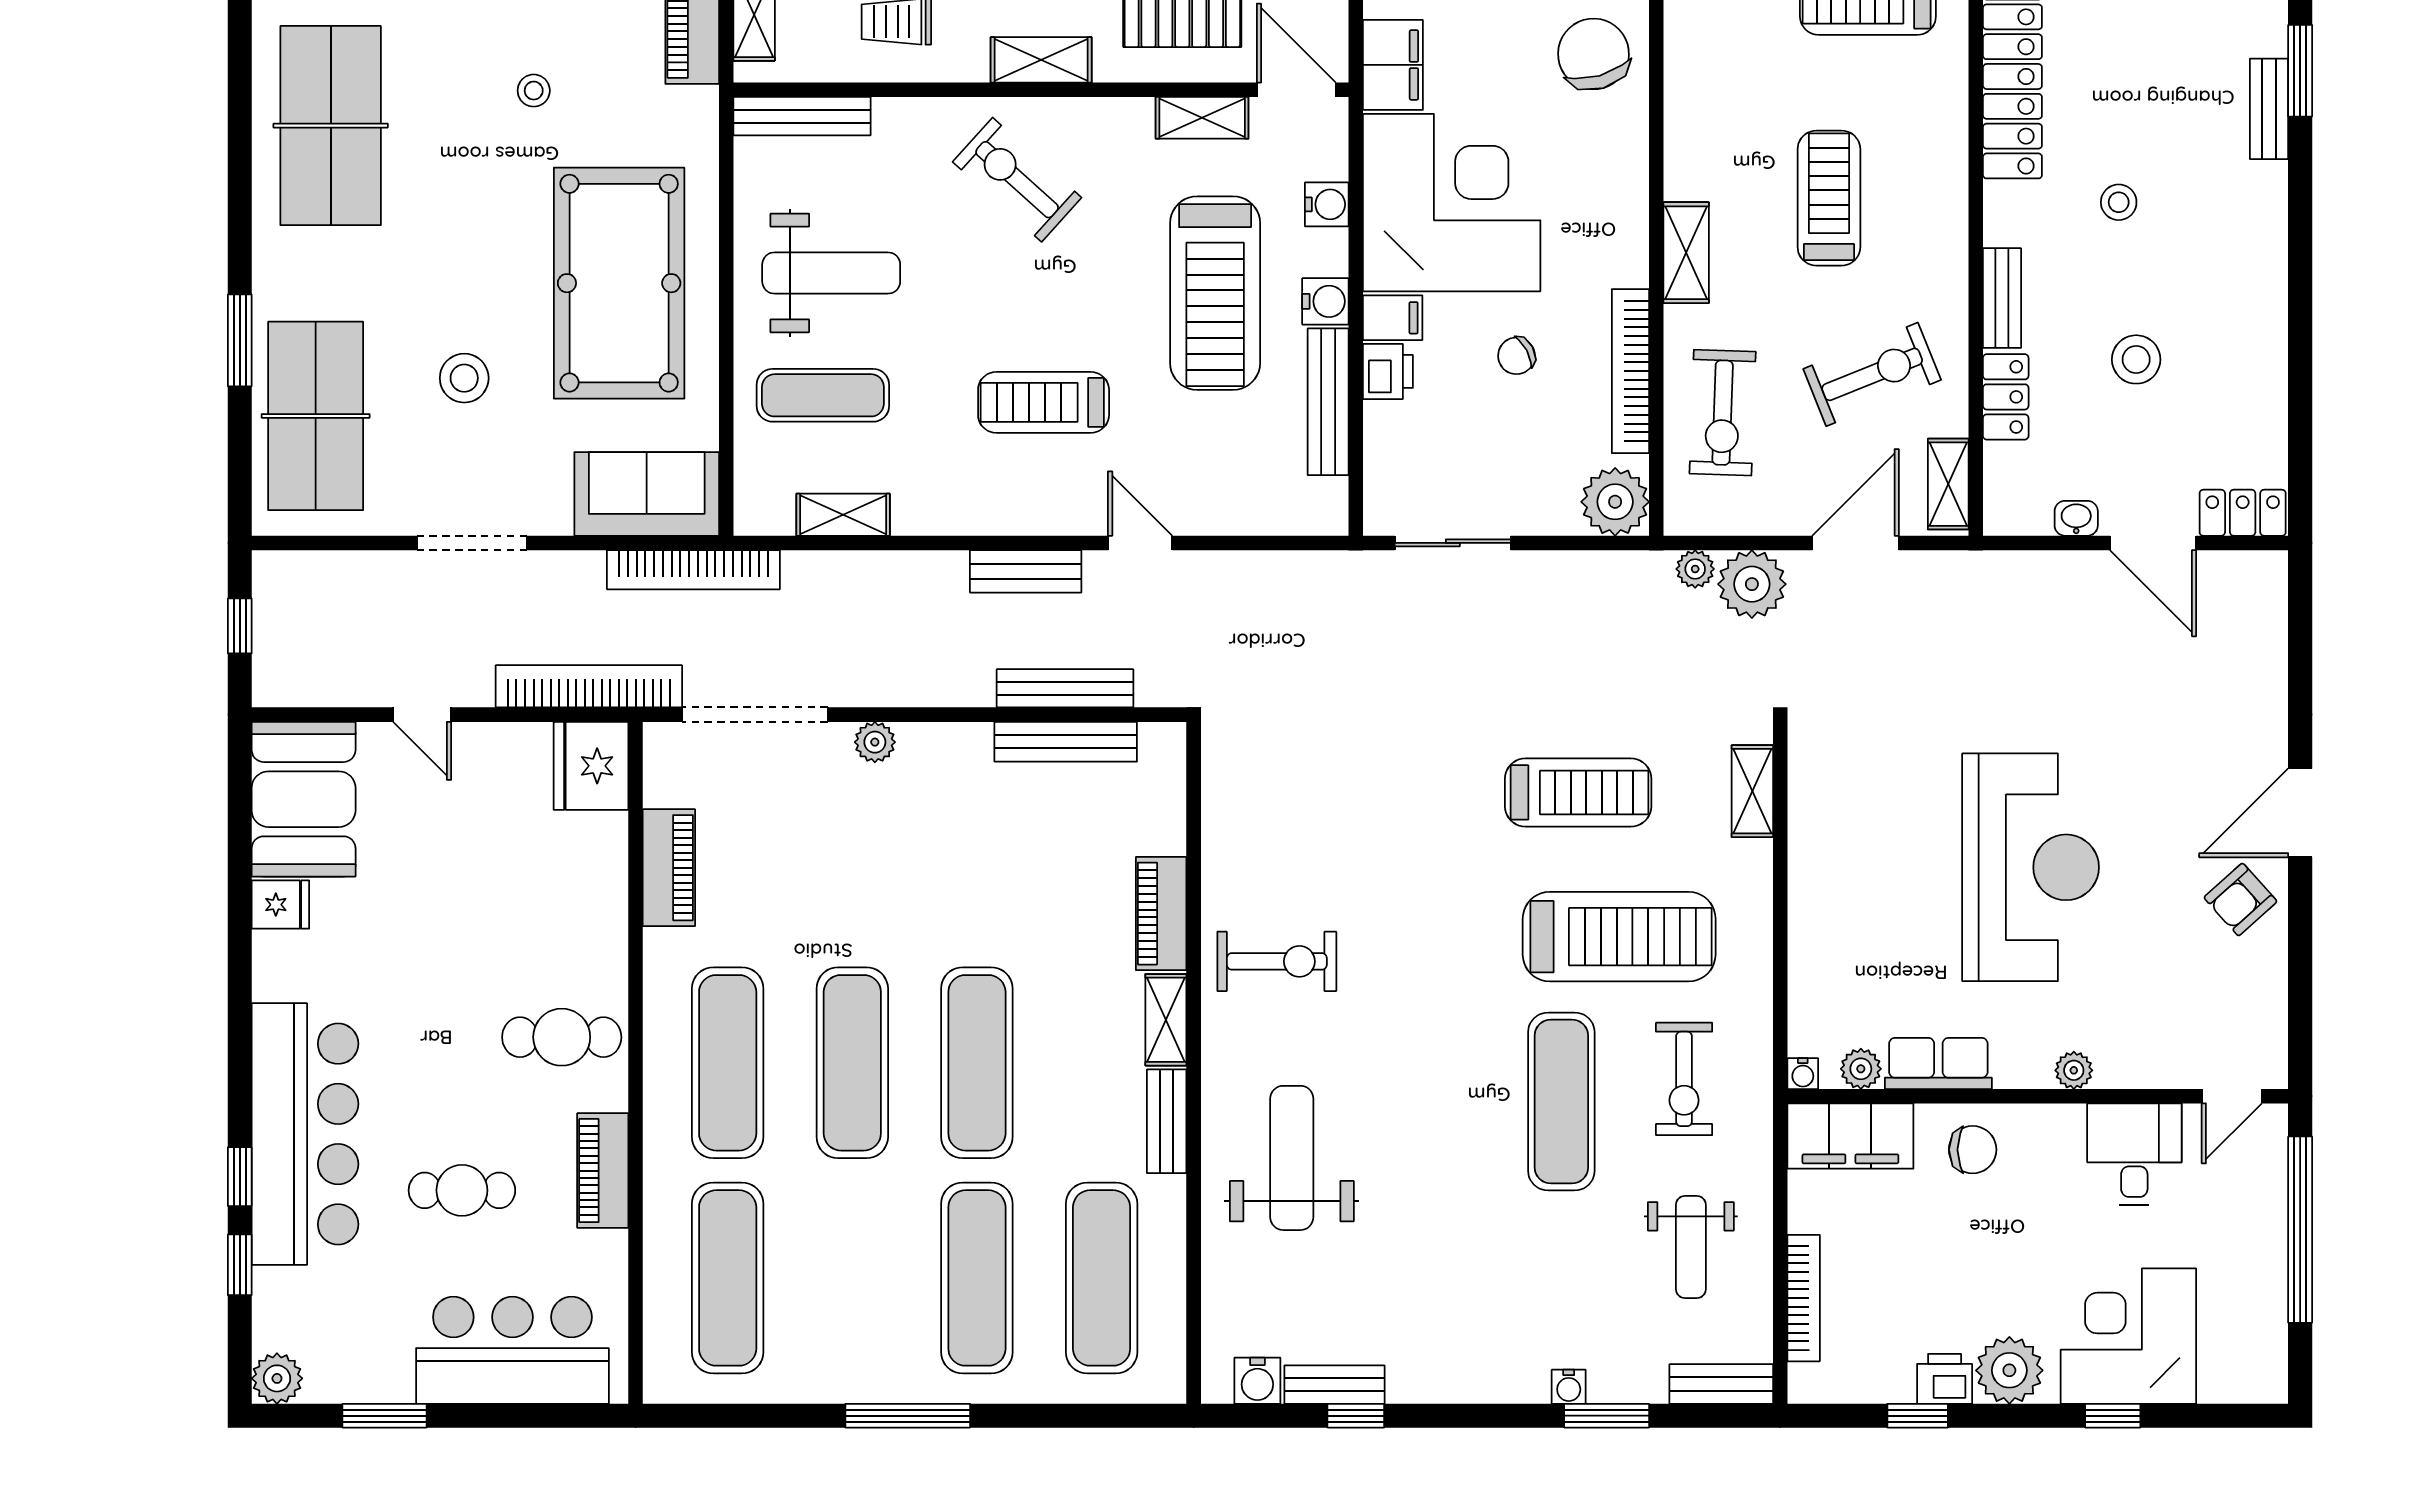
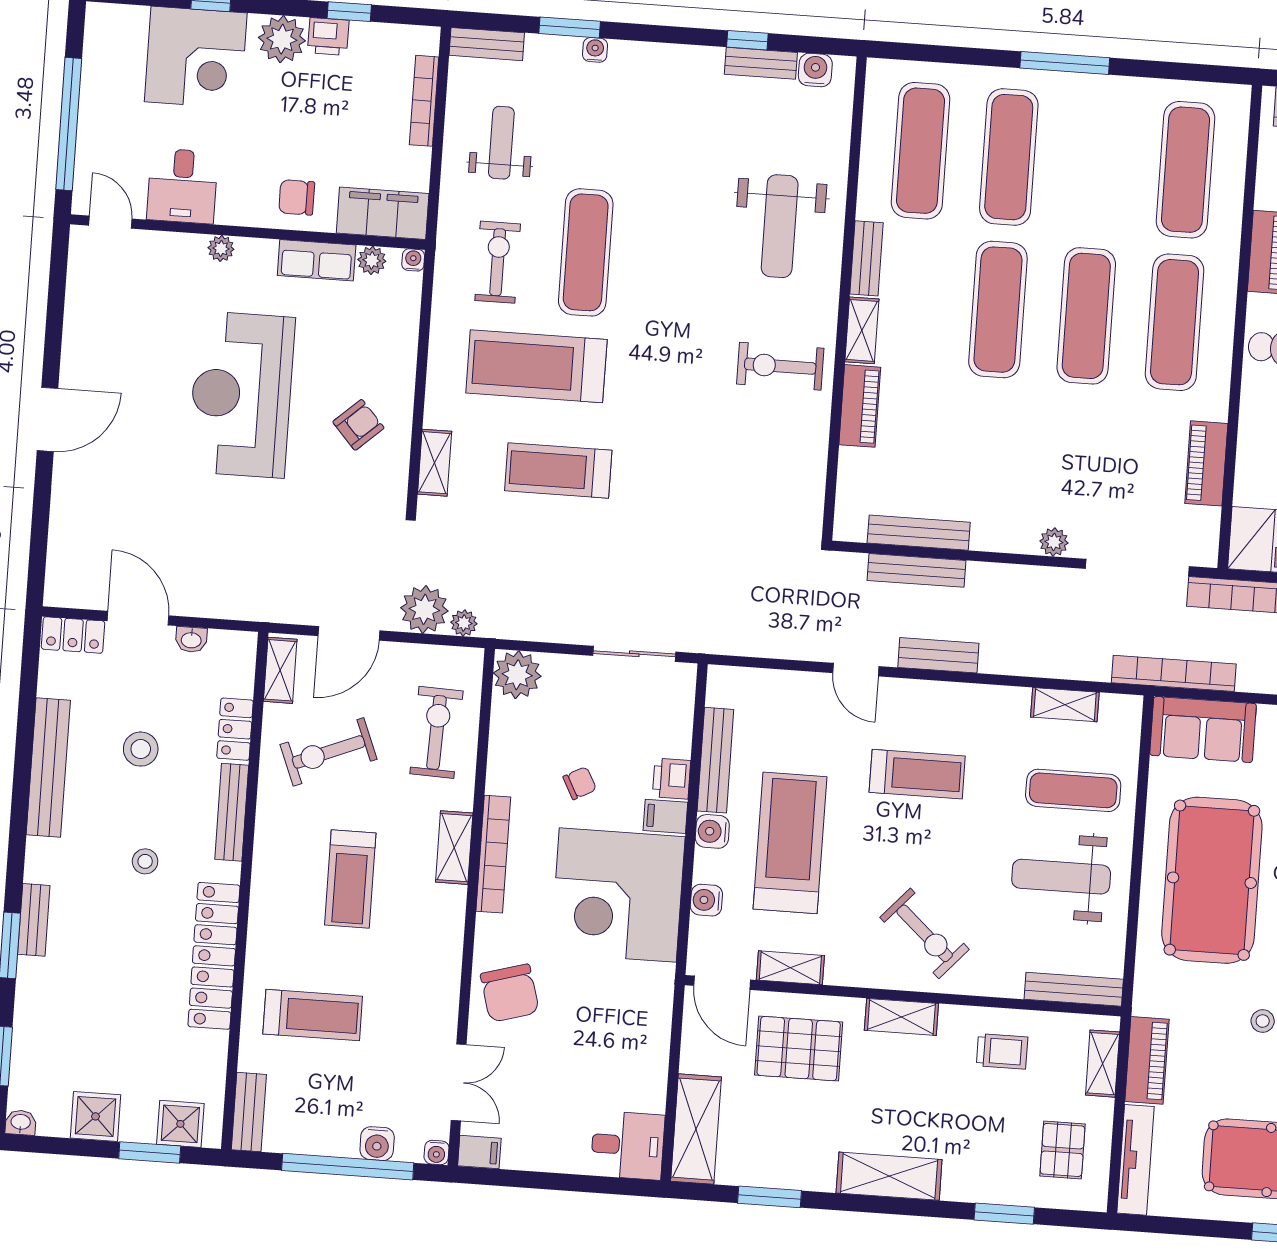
filing cabinet: (1393, 65) -> (652, 996), removed
bench: (2002, 298) -> (232, 812), width x1.36
bench: (2264, 324) -> (48, 767), added
bookcase: (1630, 371) -> (493, 854), moved
armchair: (2240, 899) -> (358, 425), moved
door: (2232, 1096) -> (110, 222), hinge flipped

